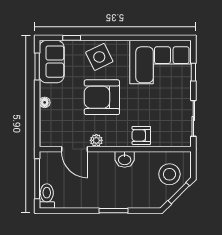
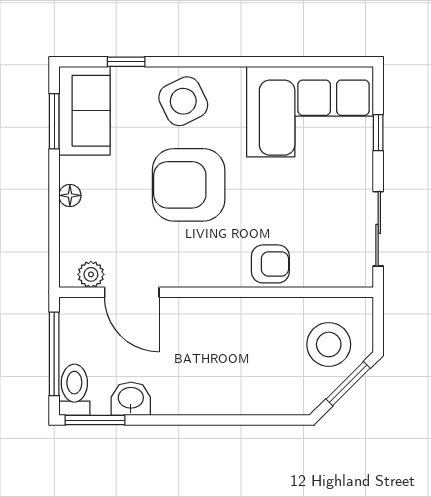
armchair: (141, 135) -> (270, 264), turned 180
plant: (96, 140) -> (91, 274), moved
washbasin: (125, 159) -> (131, 399), moved, turned 180
window: (114, 211) -> (95, 420), moved

